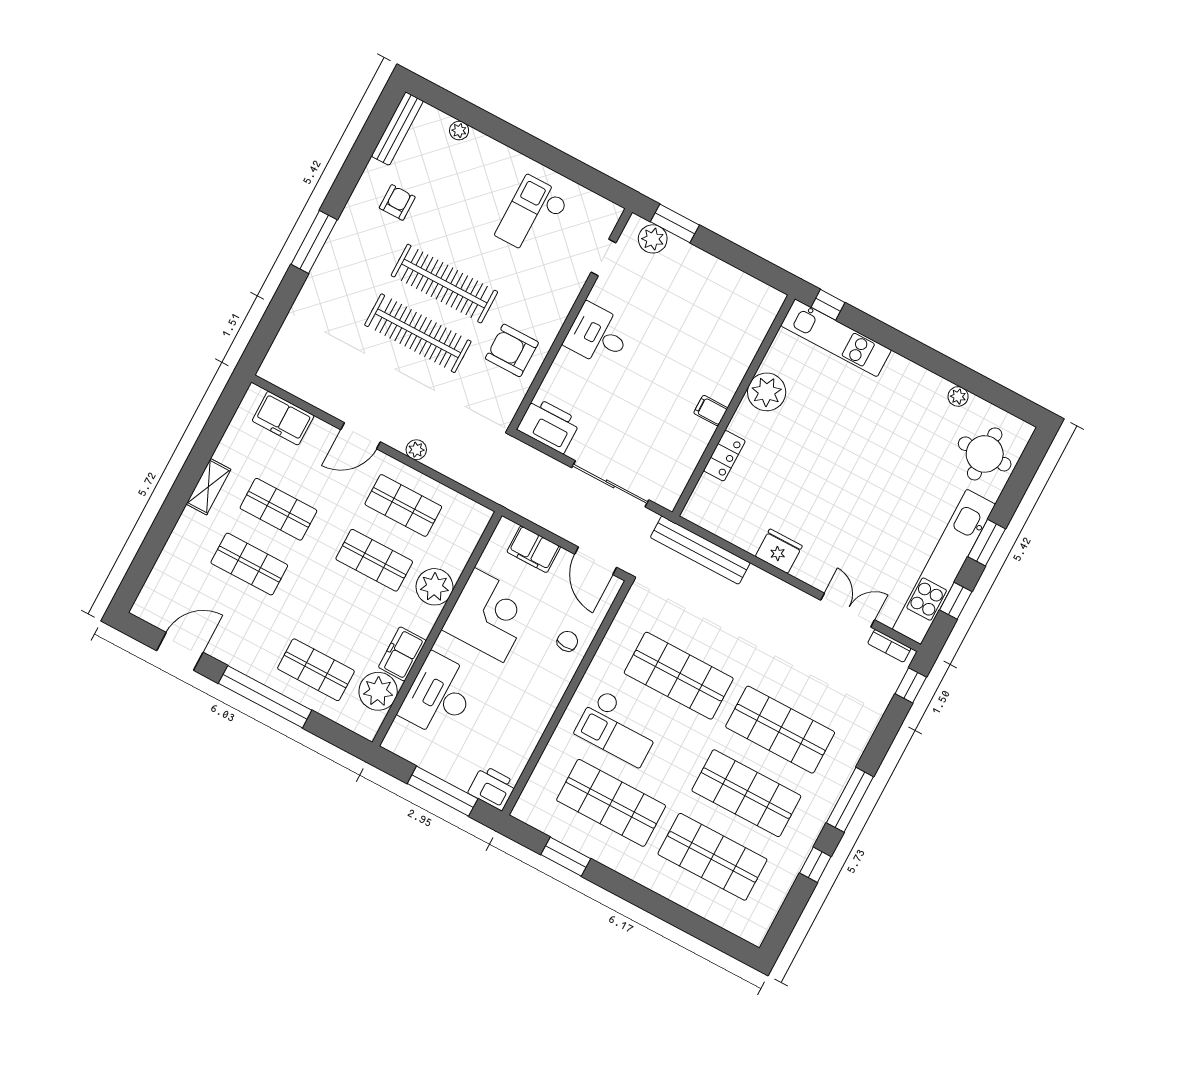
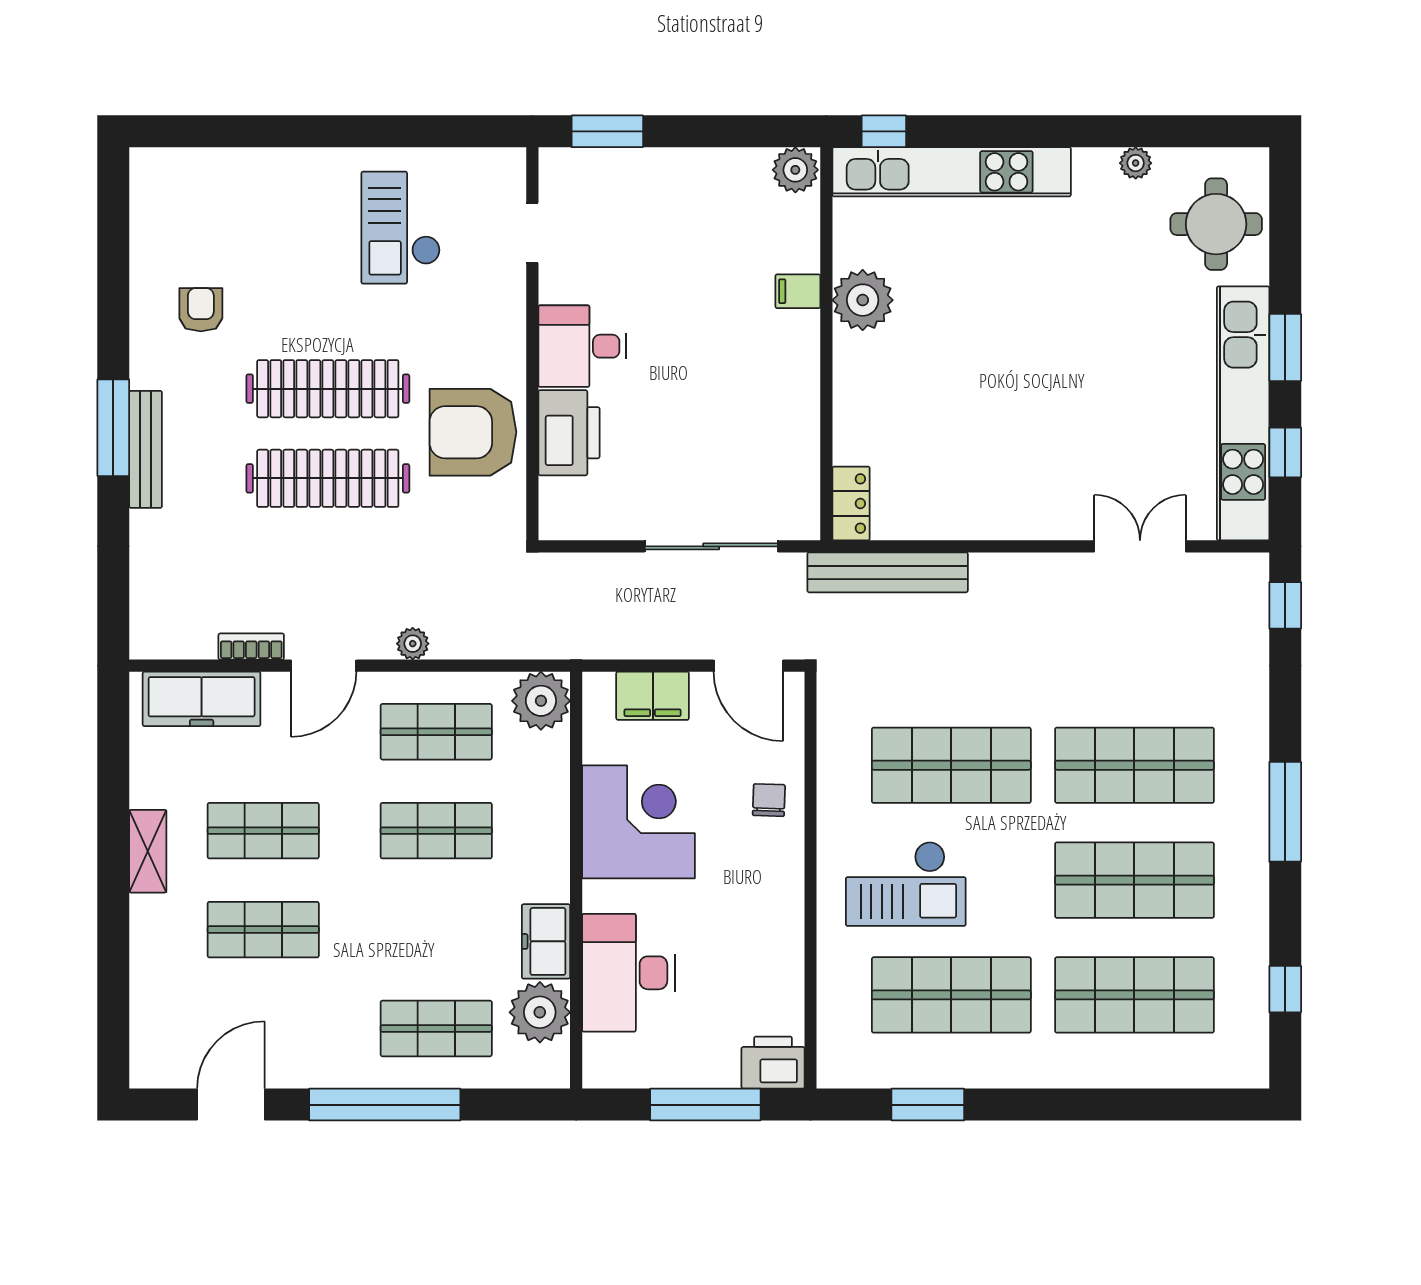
bench: (397, 129) -> (146, 449), moved
plant: (459, 131) -> (234, 162), removed
plant: (653, 239) -> (795, 170), moved
kitchen unit: (836, 338) -> (952, 172), width x1.36
armchair: (512, 350) -> (473, 432), width x1.36, depth x1.36
filing cabinet: (711, 411) -> (798, 291), moved
freezer: (283, 418) -> (202, 699), width x1.40
printer: (549, 425) -> (569, 433), moved, turned 90
locker: (724, 456) -> (851, 503), moved
fridge: (779, 551) -> (999, 515), removed
plant: (434, 587) -> (541, 701), moved
bookcase: (889, 646) -> (251, 647), moved, turned 180
window: (815, 865) -> (1285, 989), moved

